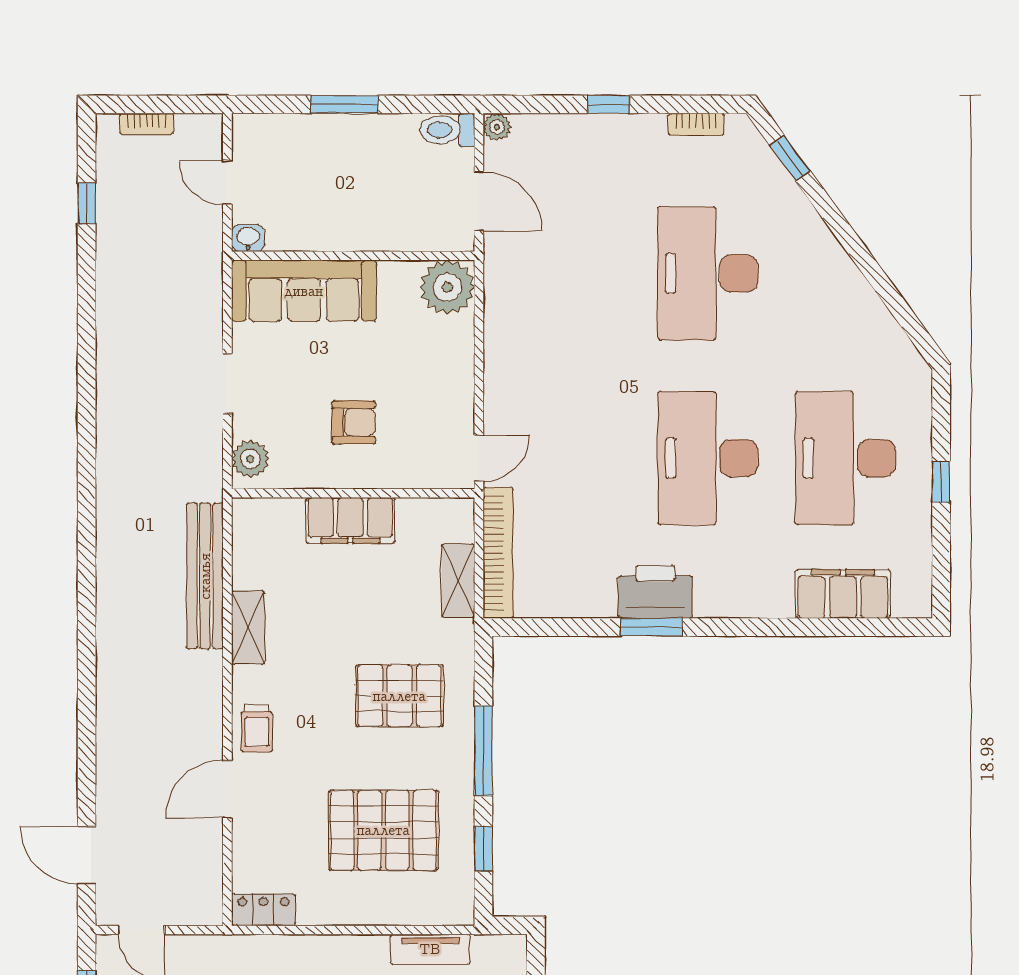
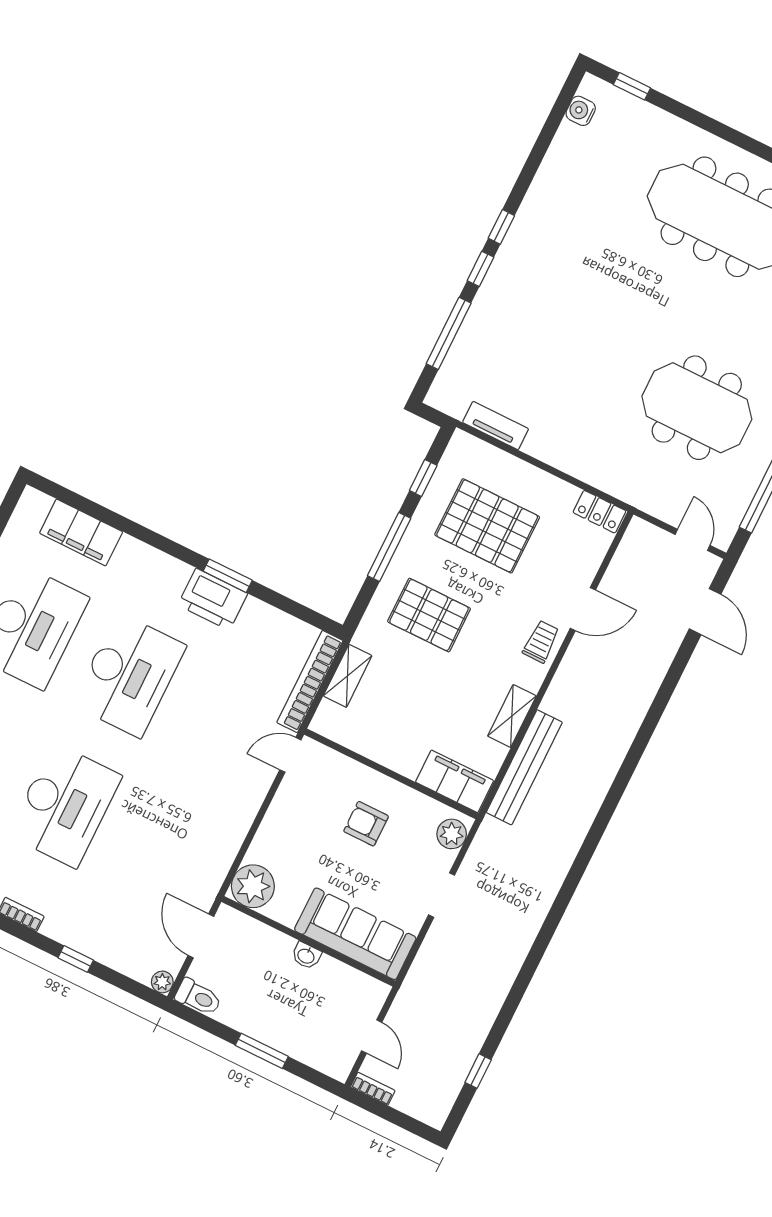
bookcase: (146, 124) -> (373, 1089), moved
washbasin: (248, 238) -> (306, 956), moved
filing cabinet: (350, 520) -> (454, 781), moved

